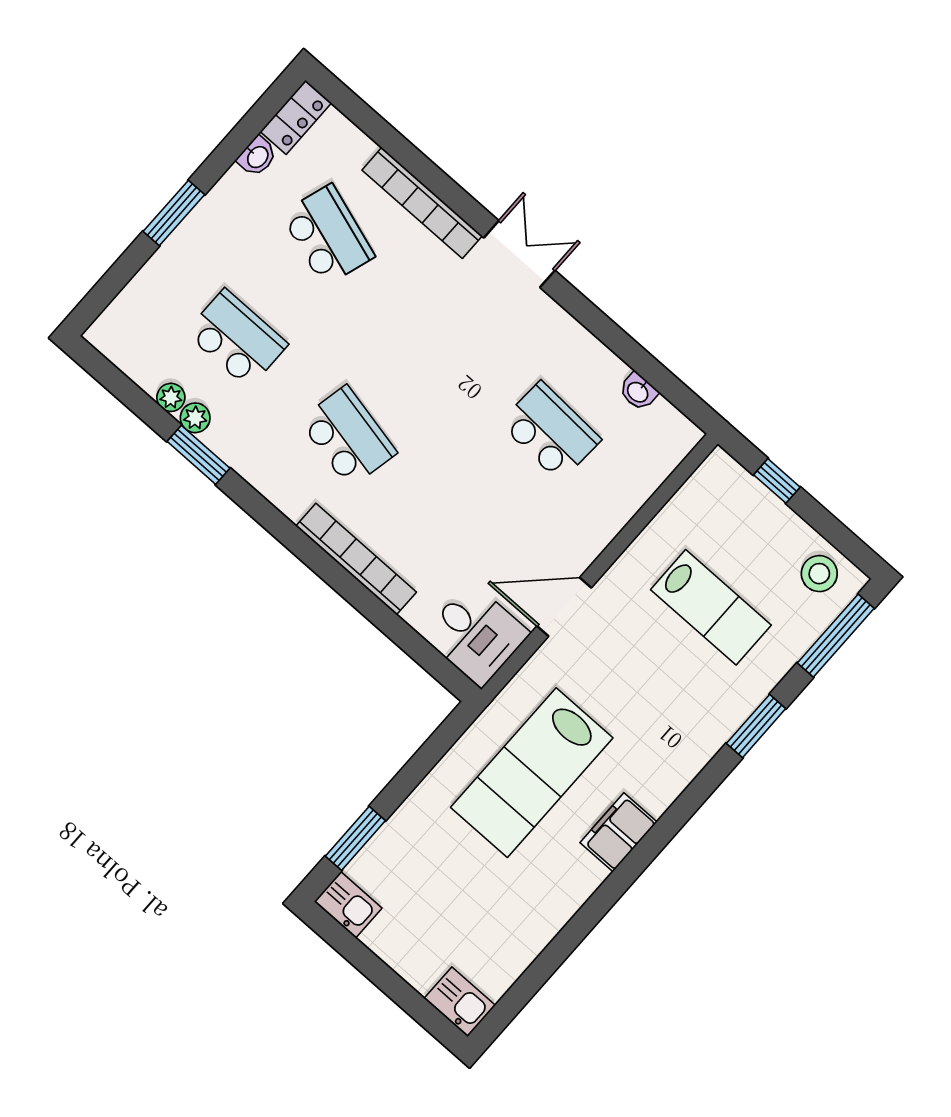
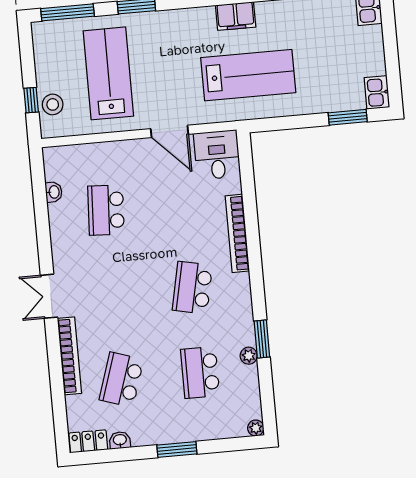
plant: (171, 397) -> (256, 428), moved
stool: (819, 574) -> (53, 104), moved
lab bench: (711, 607) -> (108, 73), width x1.36, depth x1.39

